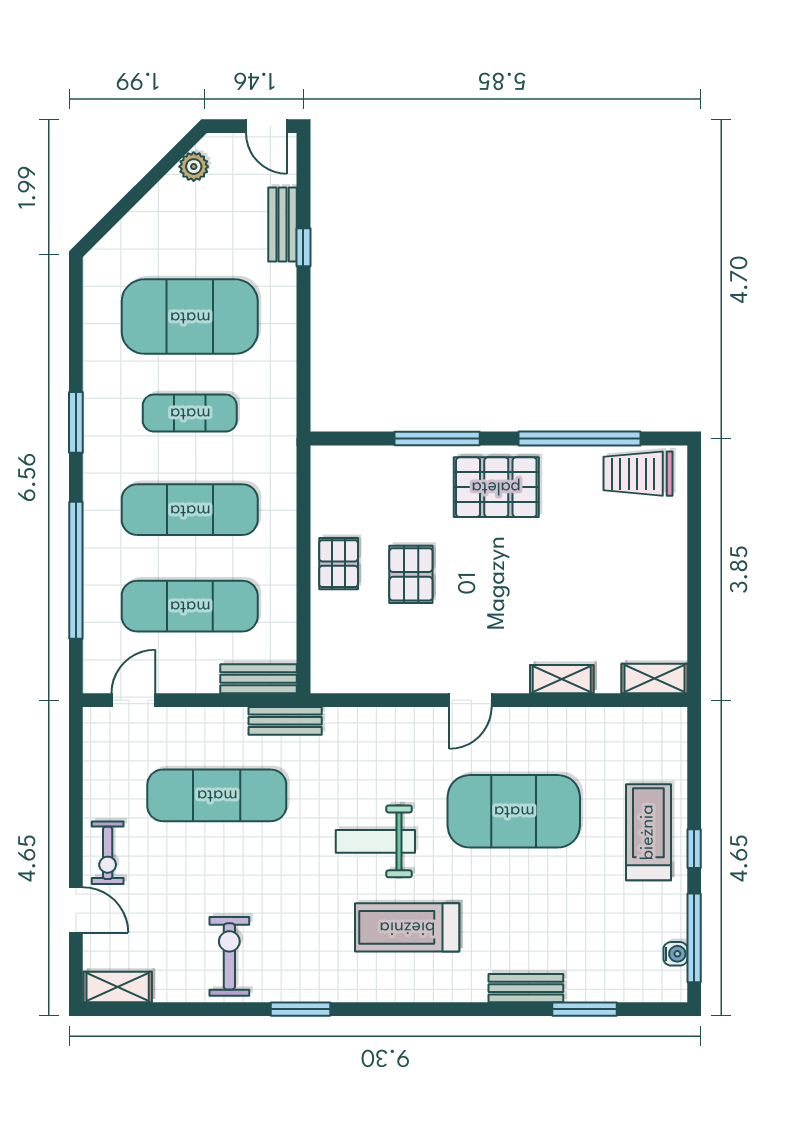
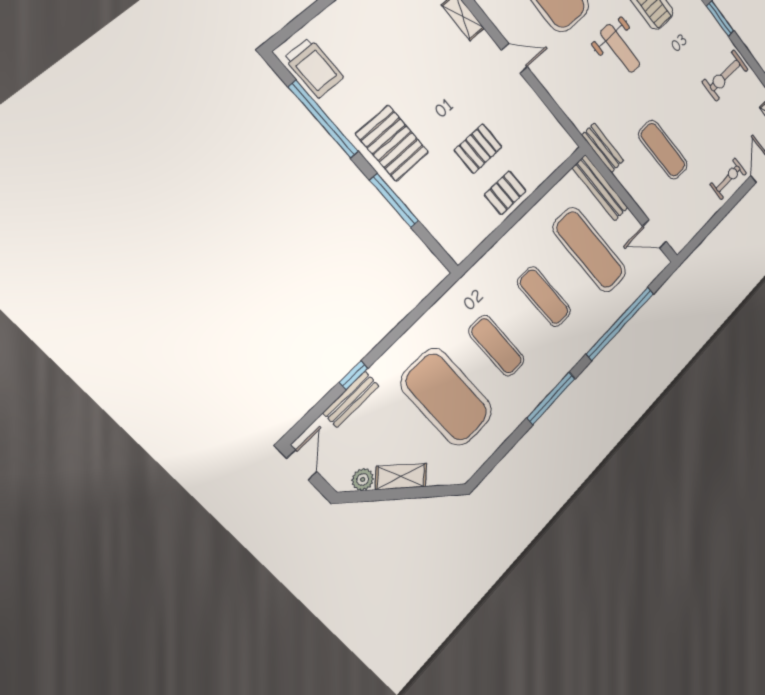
shelving: (158, 204) -> (401, 477), added
window: (76, 422) -> (551, 398), width x1.44
exercise mat: (190, 510) -> (544, 297), width x0.73, depth x0.69
bench: (259, 679) -> (600, 188), width x1.36
exercise mat: (217, 795) -> (663, 150), width x0.73, depth x0.69

